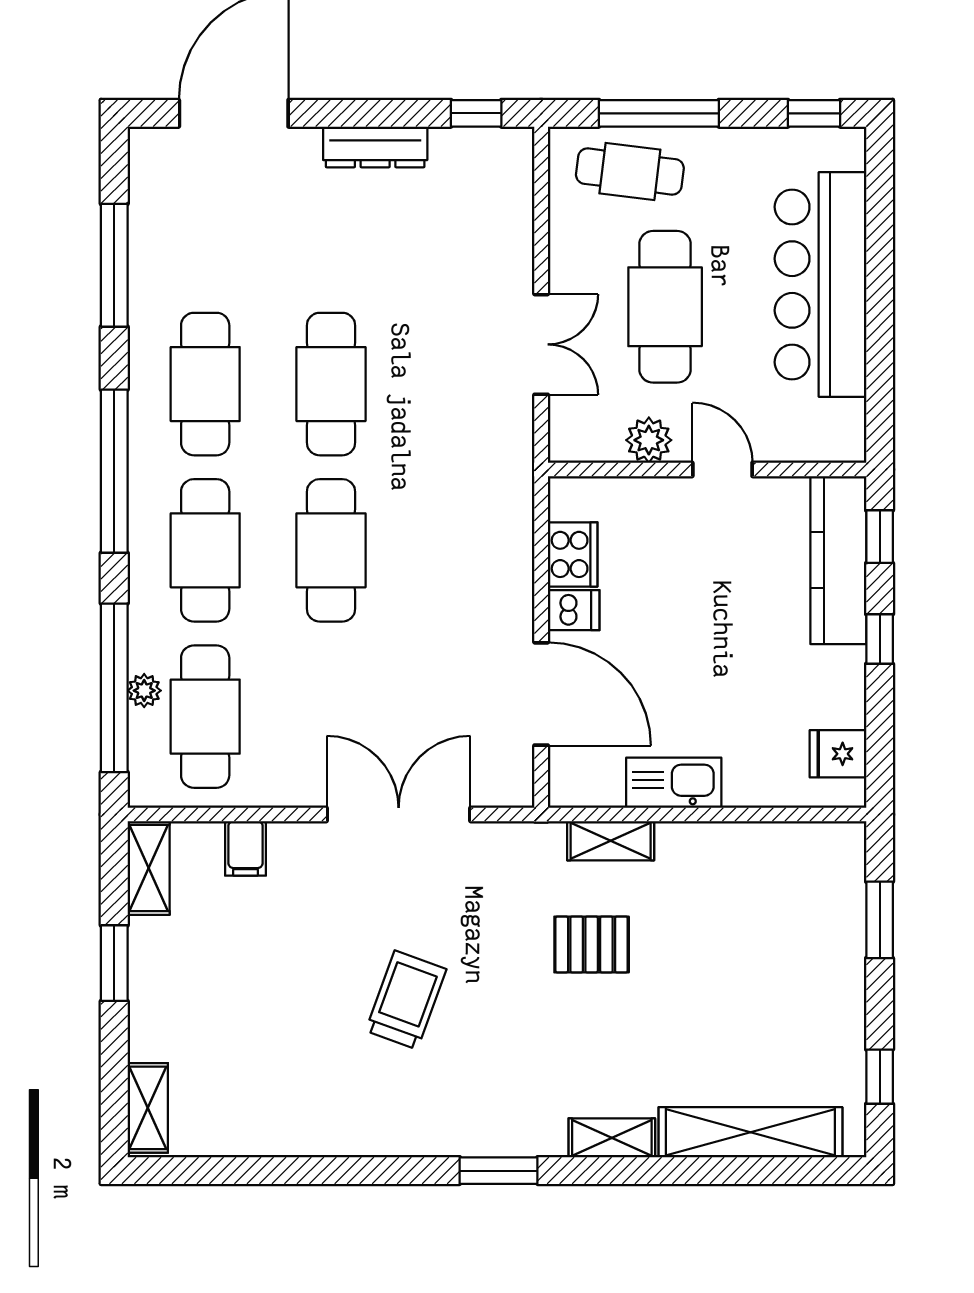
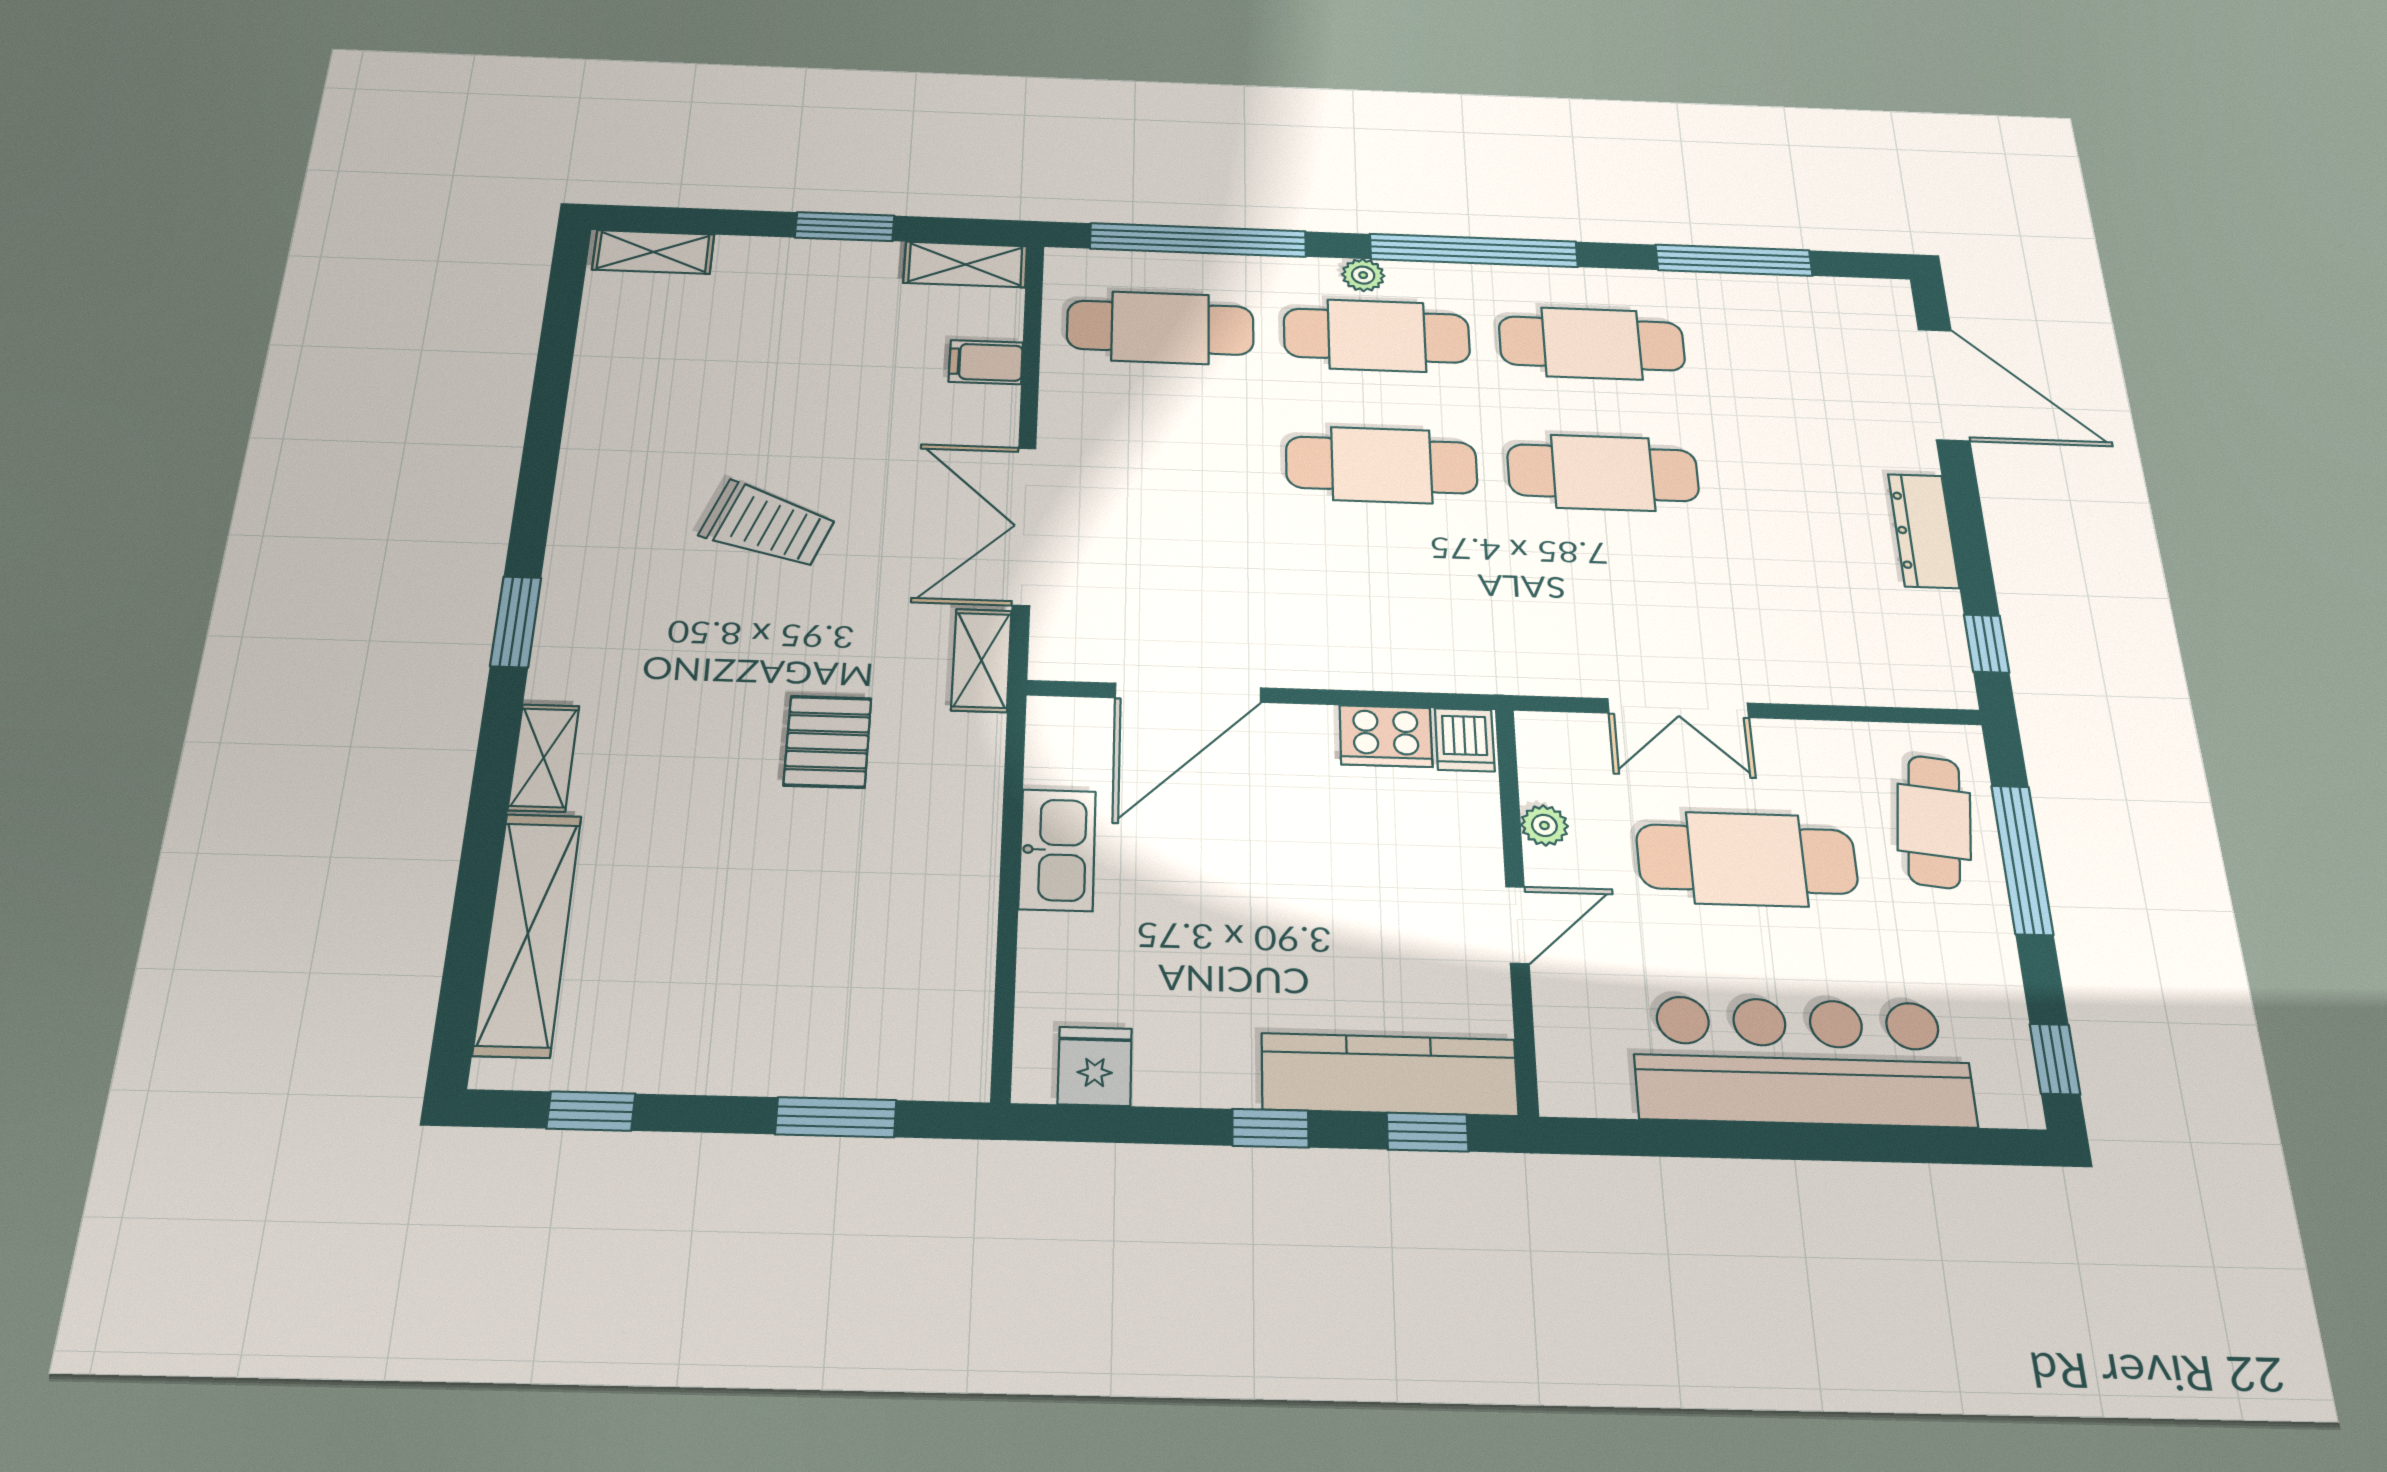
plant: (649, 440) -> (1544, 825), width x0.73, depth x0.73
dishwasher: (574, 610) -> (1465, 740), moved
plant: (144, 691) -> (1363, 275), moved
double door: (399, 814) -> (1024, 526), swing flipped
shelving: (611, 841) -> (981, 660), moved

